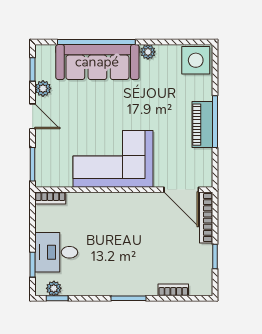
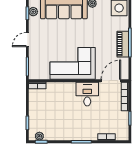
plant: (43, 88) -> (33, 12), moved
door: (33, 116) -> (27, 40), swing flipped
door: (181, 190) -> (111, 81), swing flipped
desk: (56, 252) -> (87, 94), moved, turned 90

